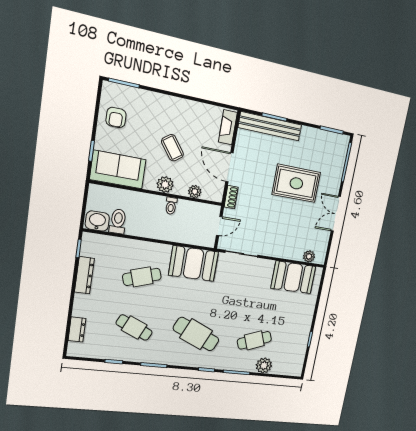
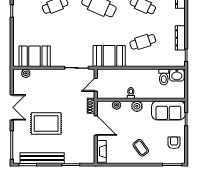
bench: (270, 126) -> (42, 158), moved
coffee table: (172, 148) -> (141, 148), moved

